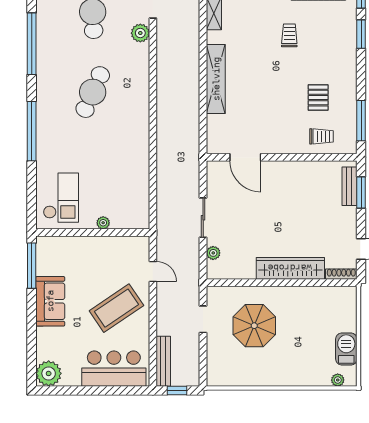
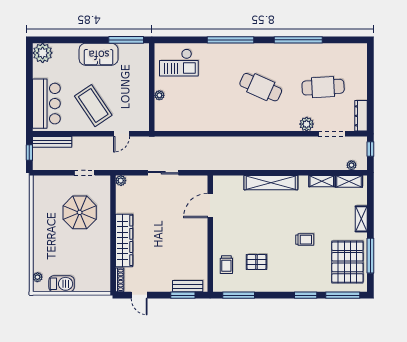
plant: (213, 253) -> (121, 181), moved

